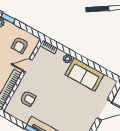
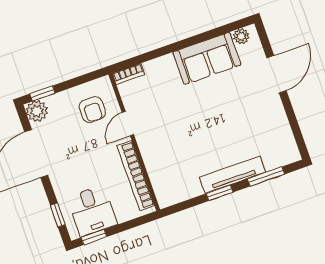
plant: (68, 59) -> (241, 36), moved
armchair: (28, 99) -> (172, 162), removed

